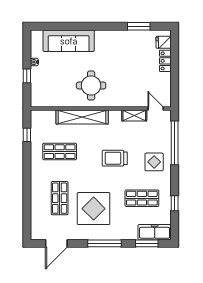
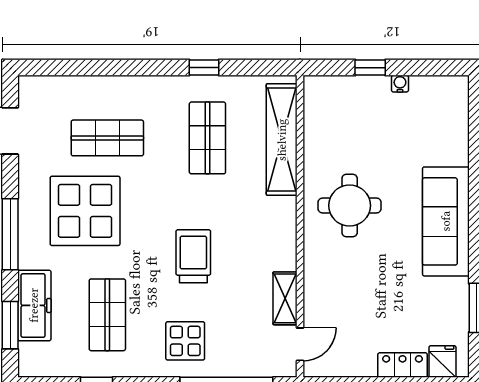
sofa: (69, 41) -> (446, 221), moved
shelving: (82, 117) -> (282, 140), moved
window: (27, 135) -> (204, 68), moved
freezer: (155, 232) -> (34, 305), moved

